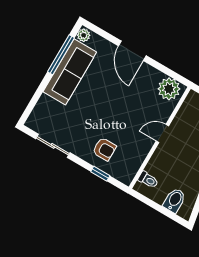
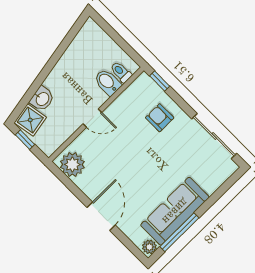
sliding door: (53, 146) -> (214, 136), width x1.37
window: (100, 174) -> (160, 81), moved
bidet: (174, 200) -> (108, 82), moved, turned 90

